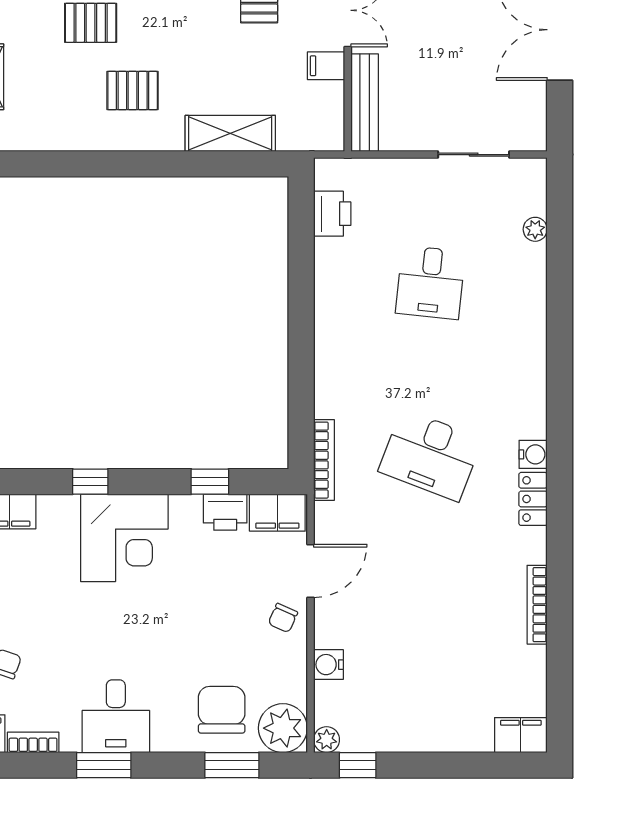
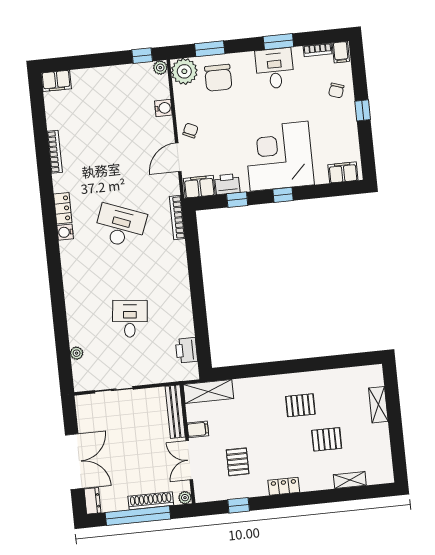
shelving: (230, 133) -> (208, 392), moved
window: (90, 482) -> (283, 195), moved
corner desk: (124, 538) -> (279, 156), width x1.36, depth x1.36

